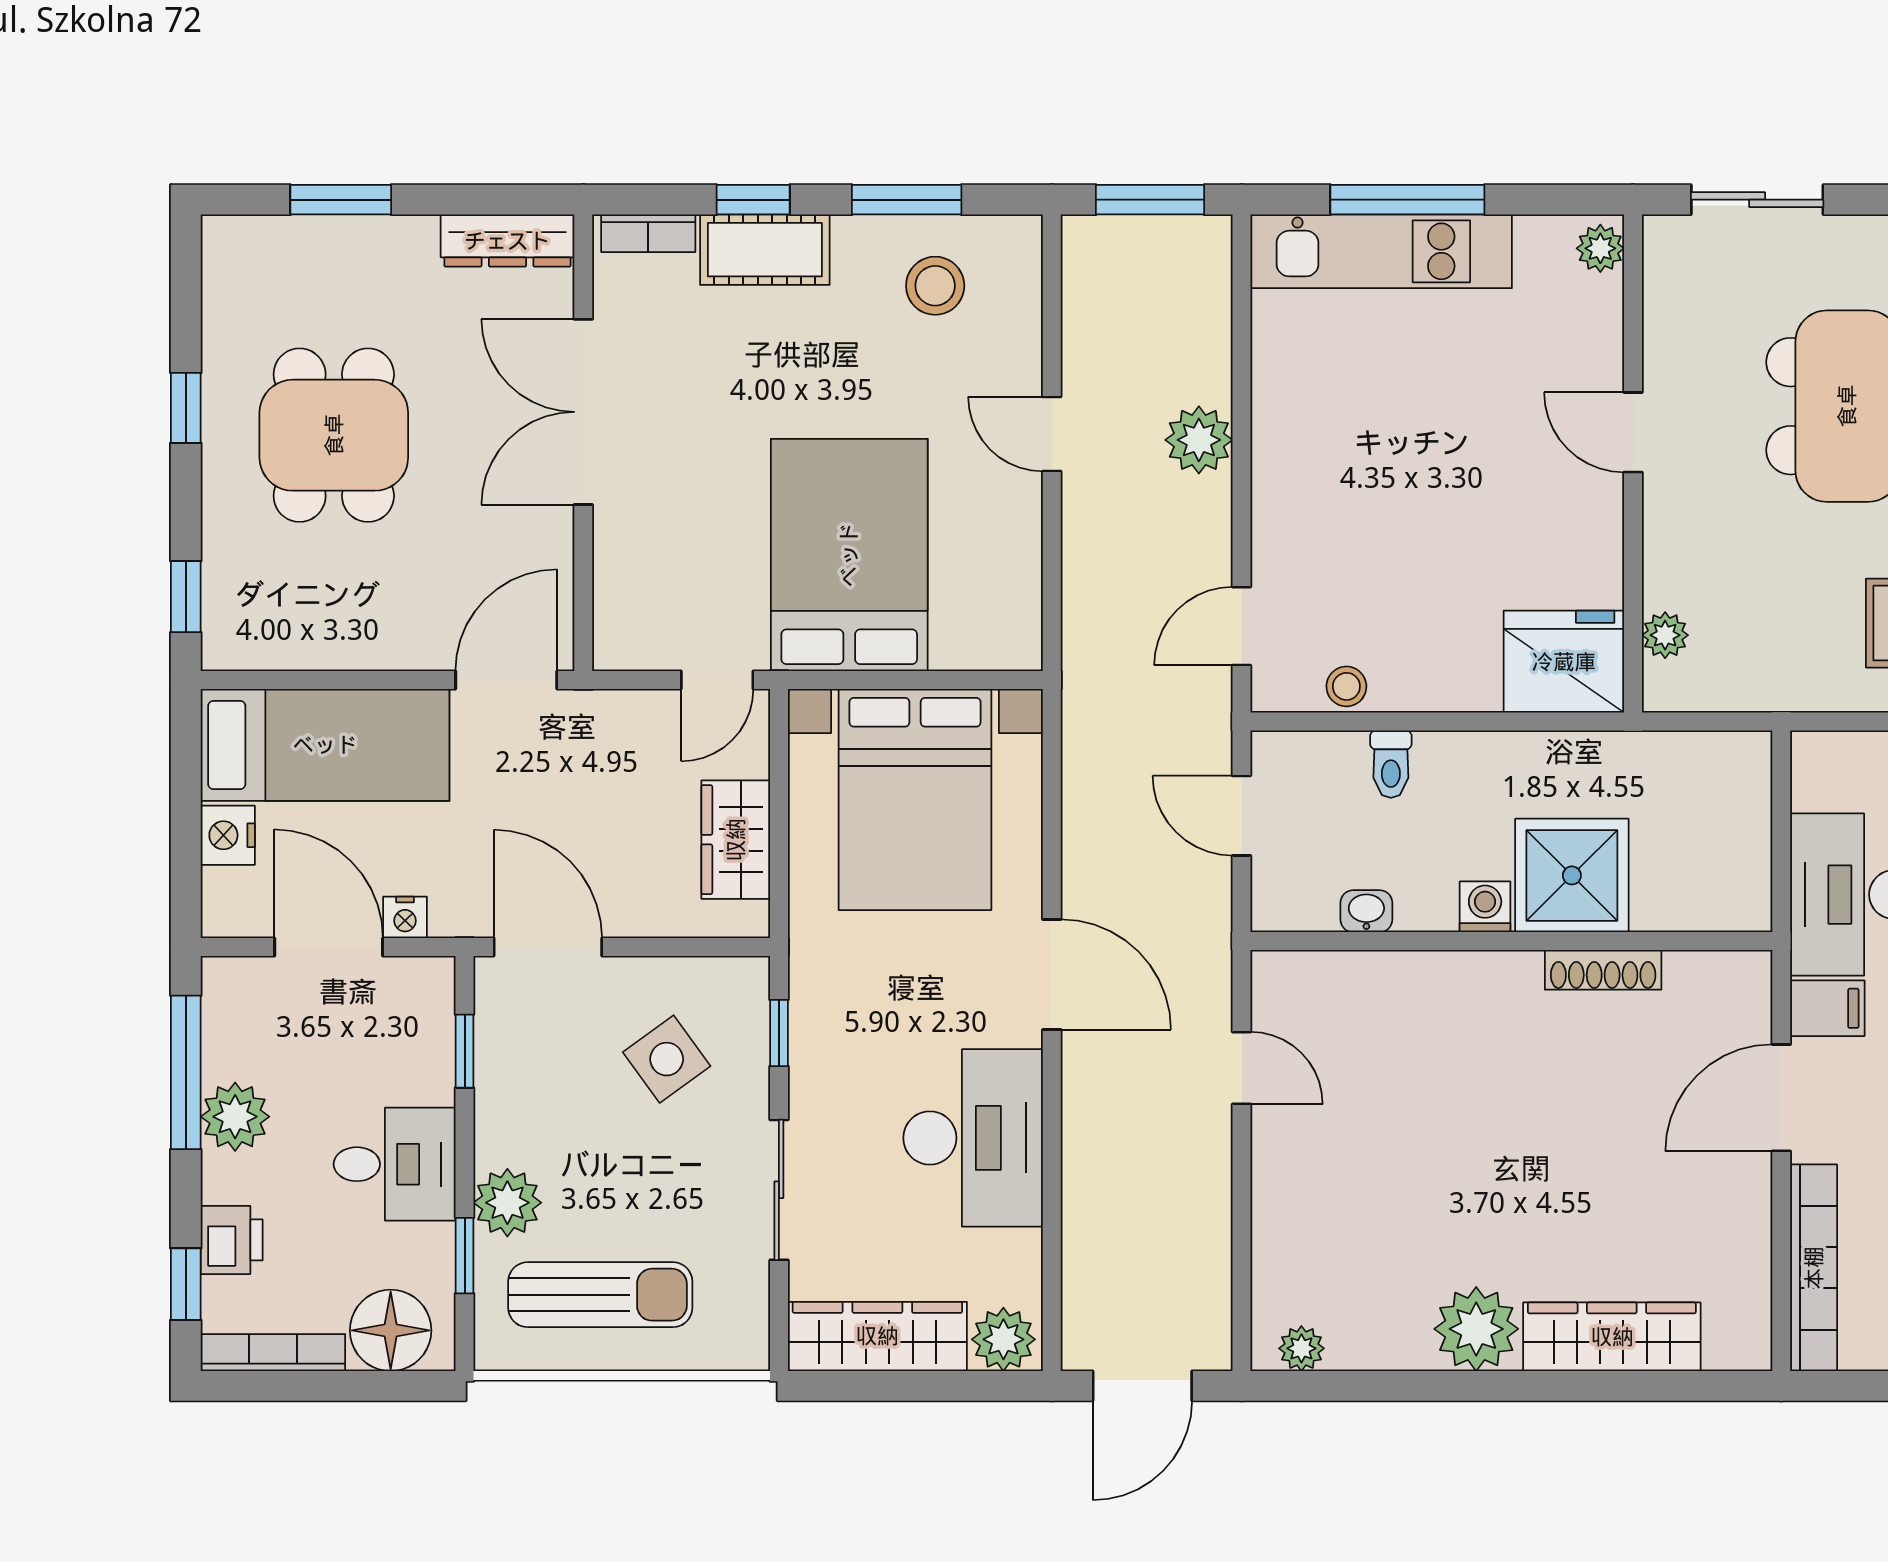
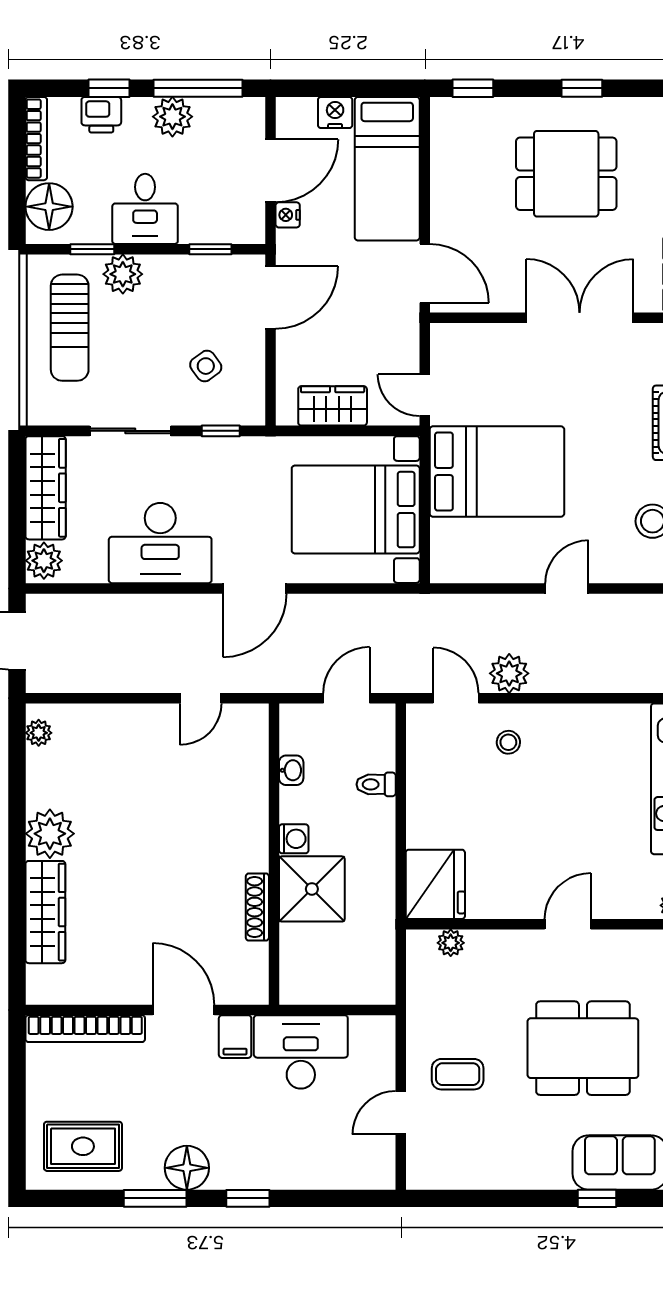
plant: (1199, 440) -> (509, 673), moved
stool: (1346, 686) -> (508, 742), moved
side table: (667, 1059) -> (206, 366), width x0.73, depth x0.73
window: (186, 1284) -> (109, 88), moved

